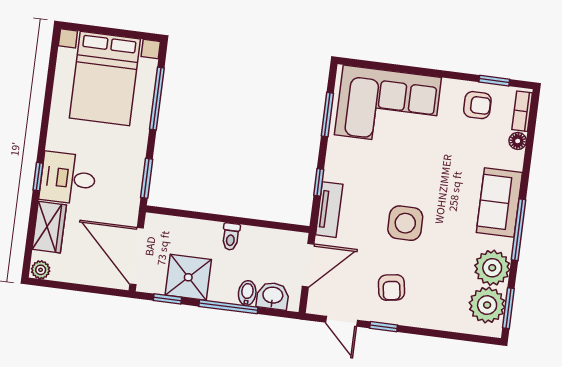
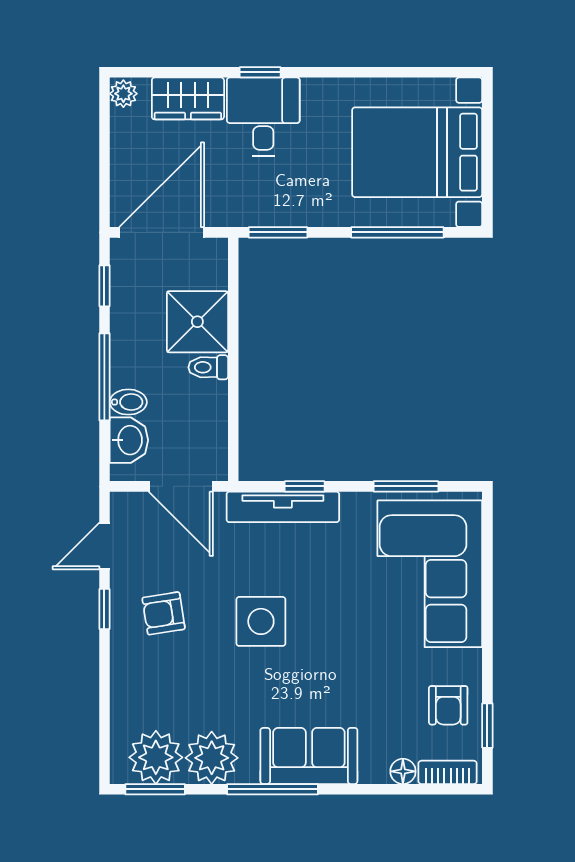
tv unit: (329, 210) -> (283, 507), width x1.41
shower: (188, 277) -> (197, 322), moved

